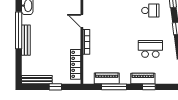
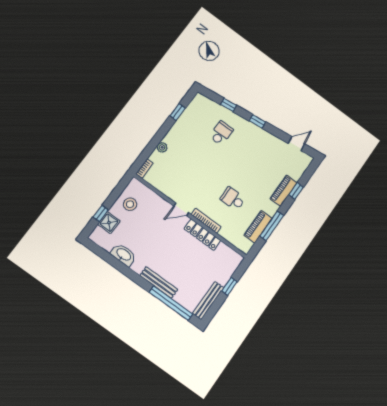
window: (19, 30) -> (171, 303), moved
school desk: (150, 49) -> (233, 199), moved, width x0.54
locker: (76, 64) -> (202, 235), moved

